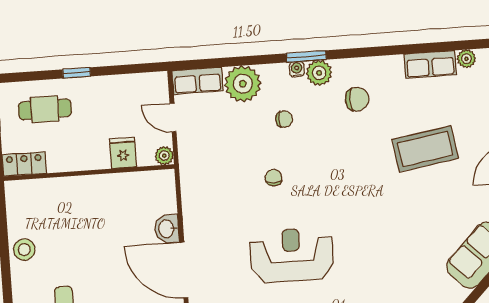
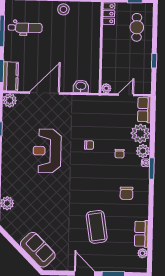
window: (77, 73) -> (154, 61), moved
plant: (319, 73) -> (143, 151), moved
fridge: (123, 153) -> (110, 67), removed
washbasin: (167, 229) -> (81, 86), moved
reception desk: (292, 255) -> (47, 151), turned 180

